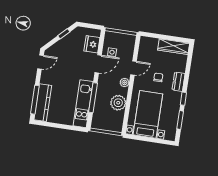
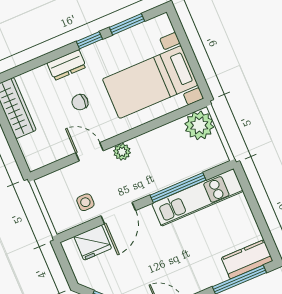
door: (98, 64) -> (118, 213), swing flipped
kitchen counter: (43, 103) -> (247, 259), width x0.67
plant: (118, 103) -> (199, 125), moved

